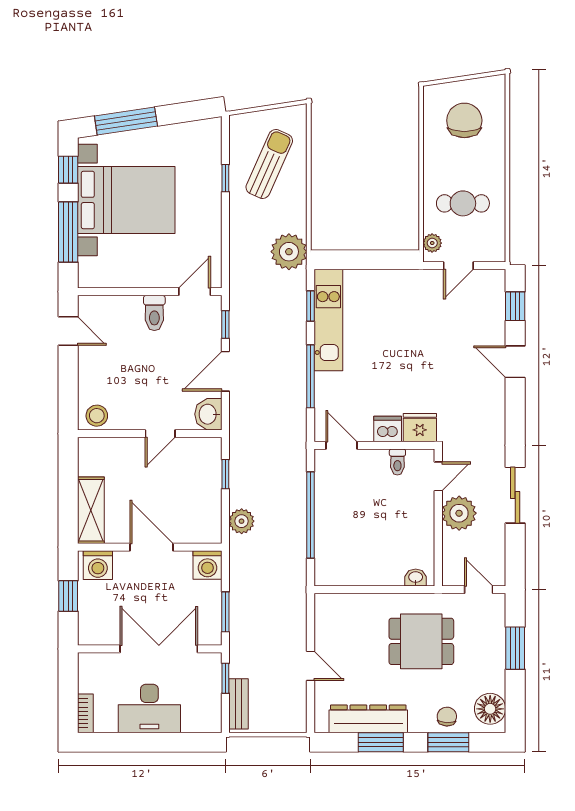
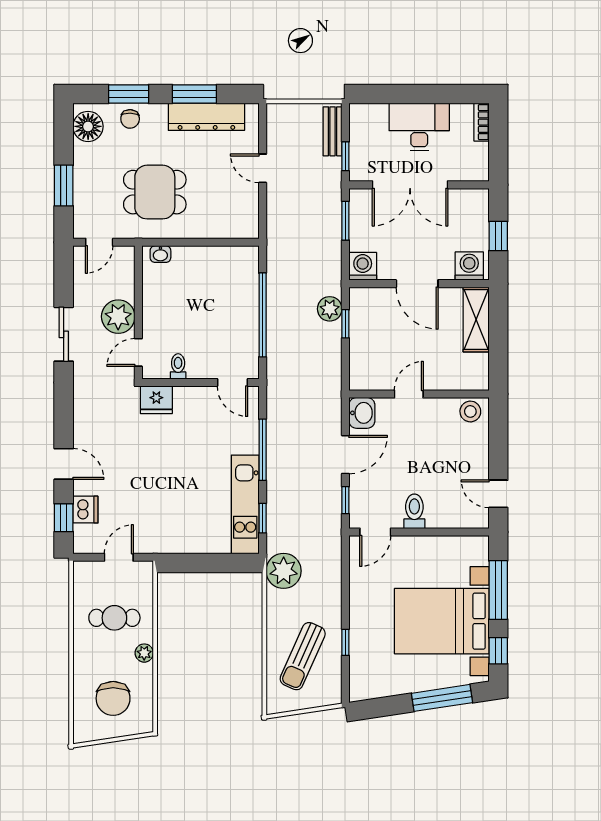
plant: (432, 243) -> (144, 653), moved
dishwasher: (388, 429) -> (85, 510), moved, turned -90
window: (225, 474) -> (345, 324), moved
door: (479, 590) -> (99, 242), hinge flipped

